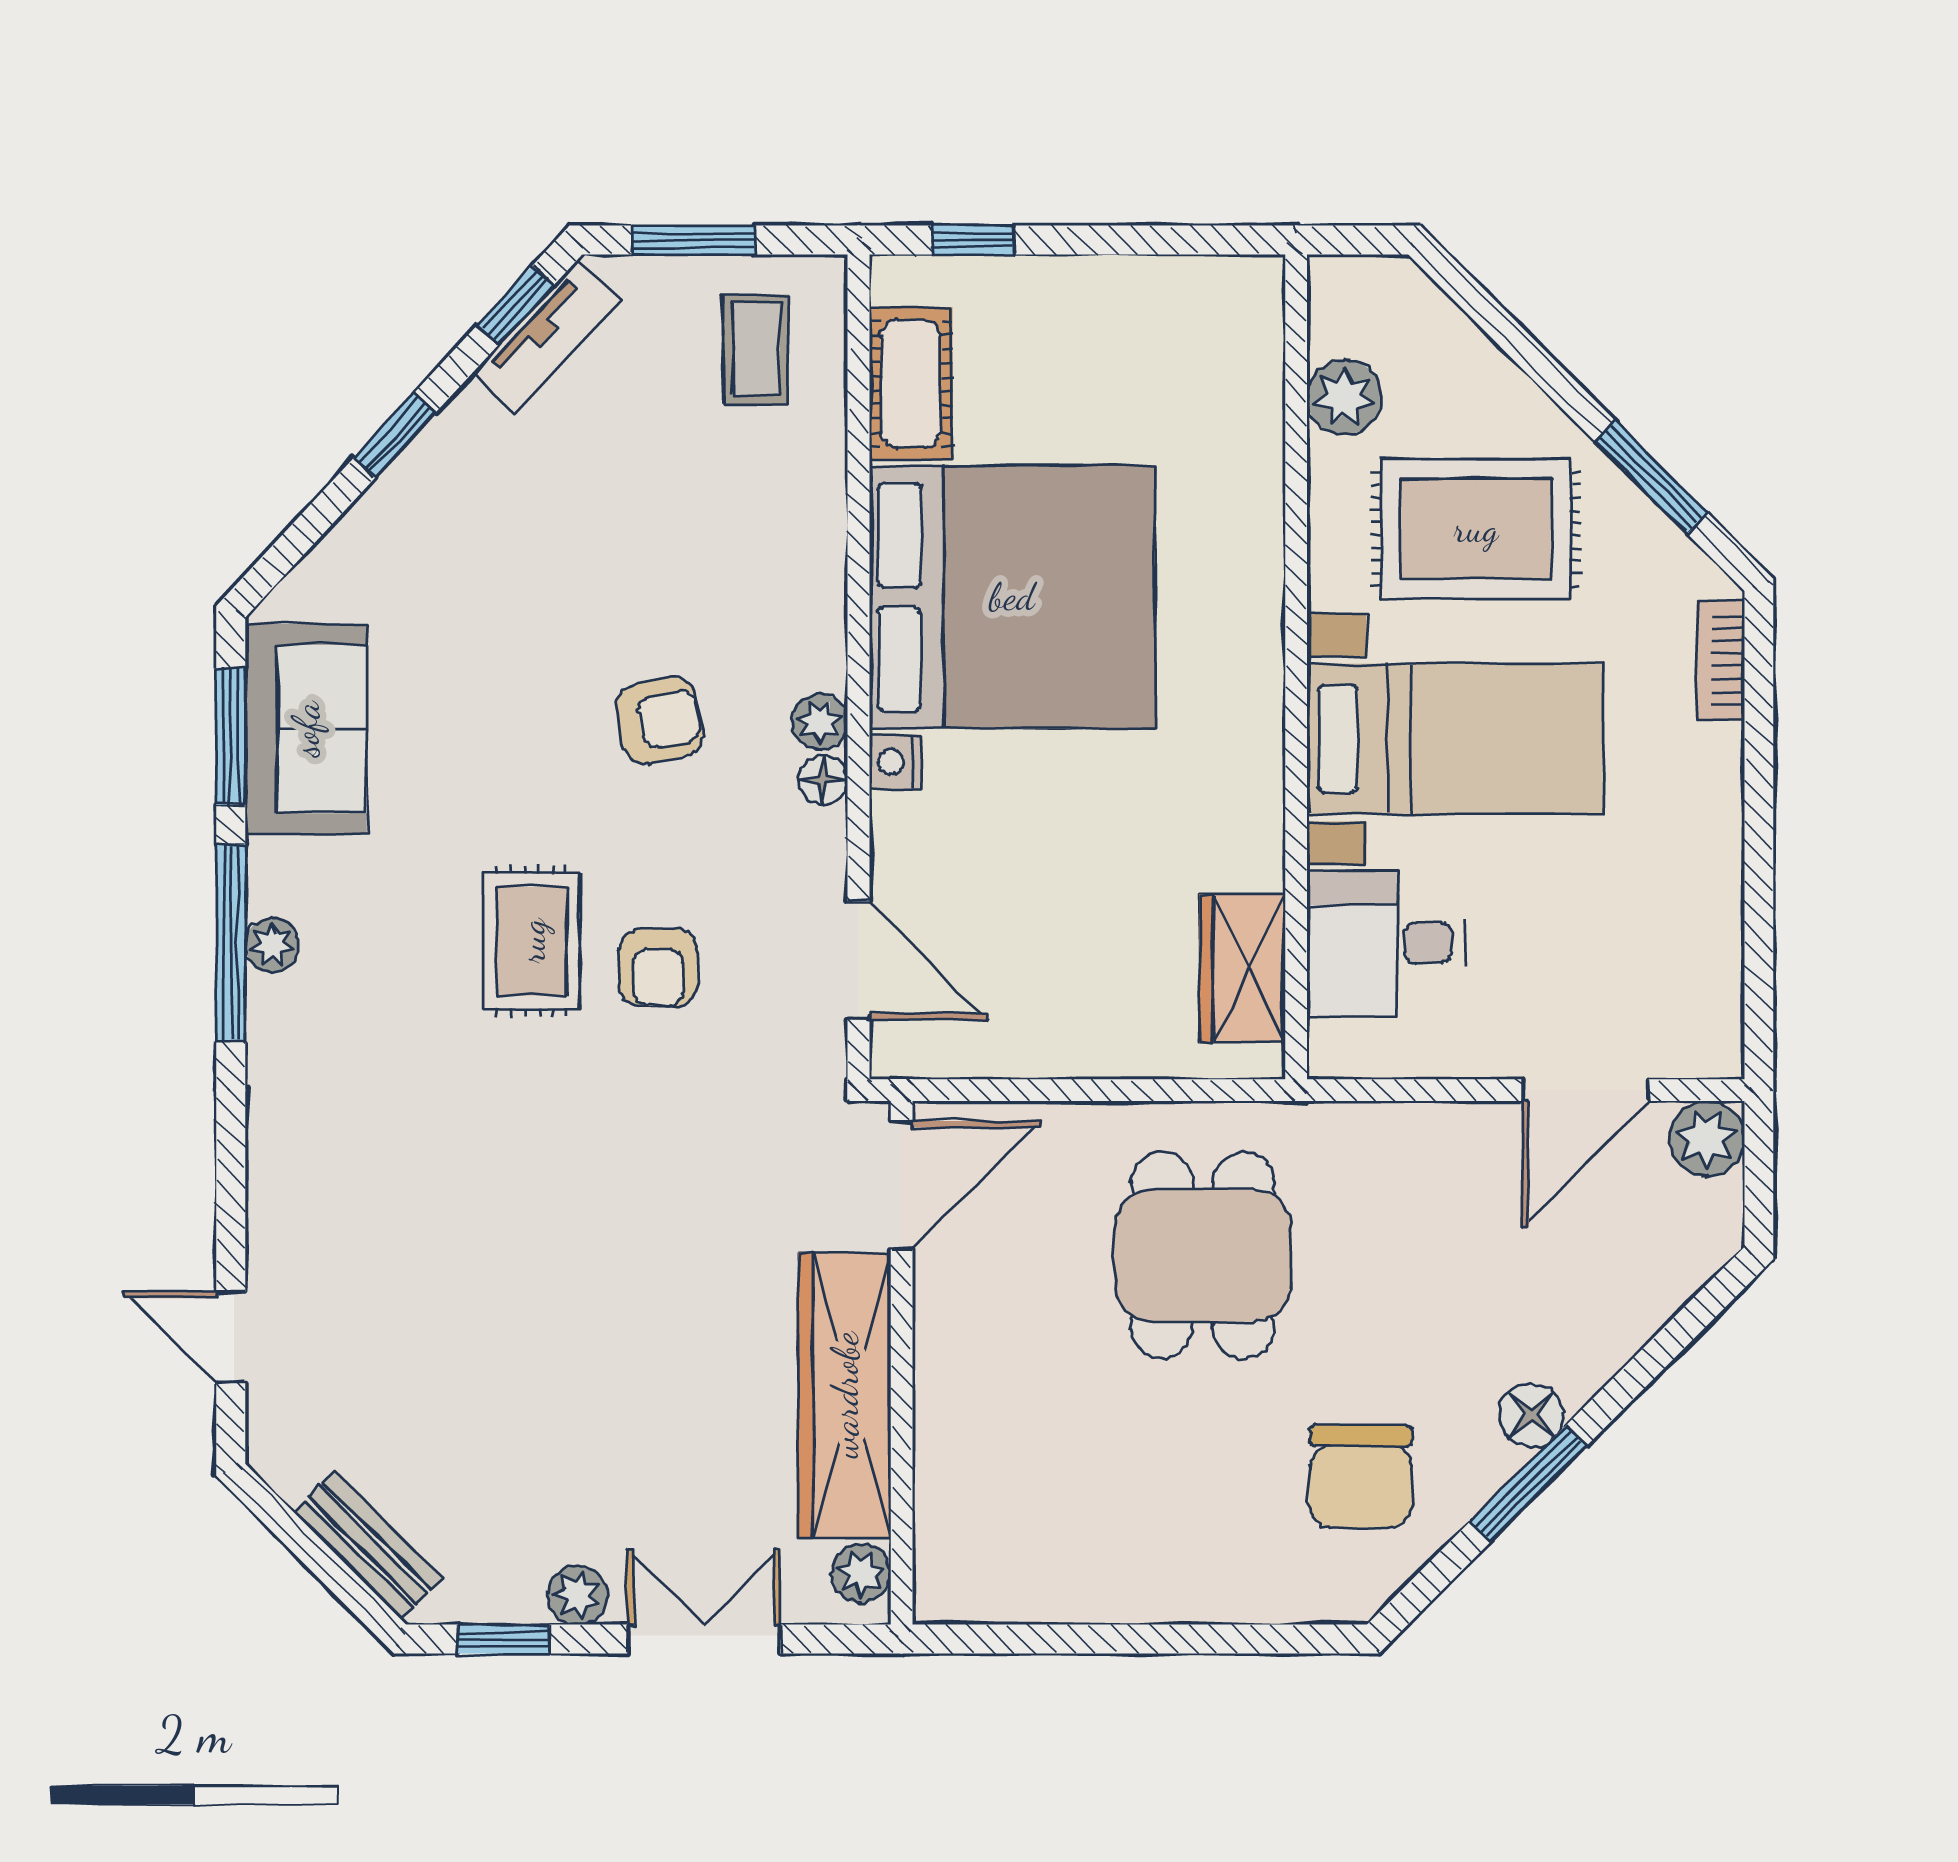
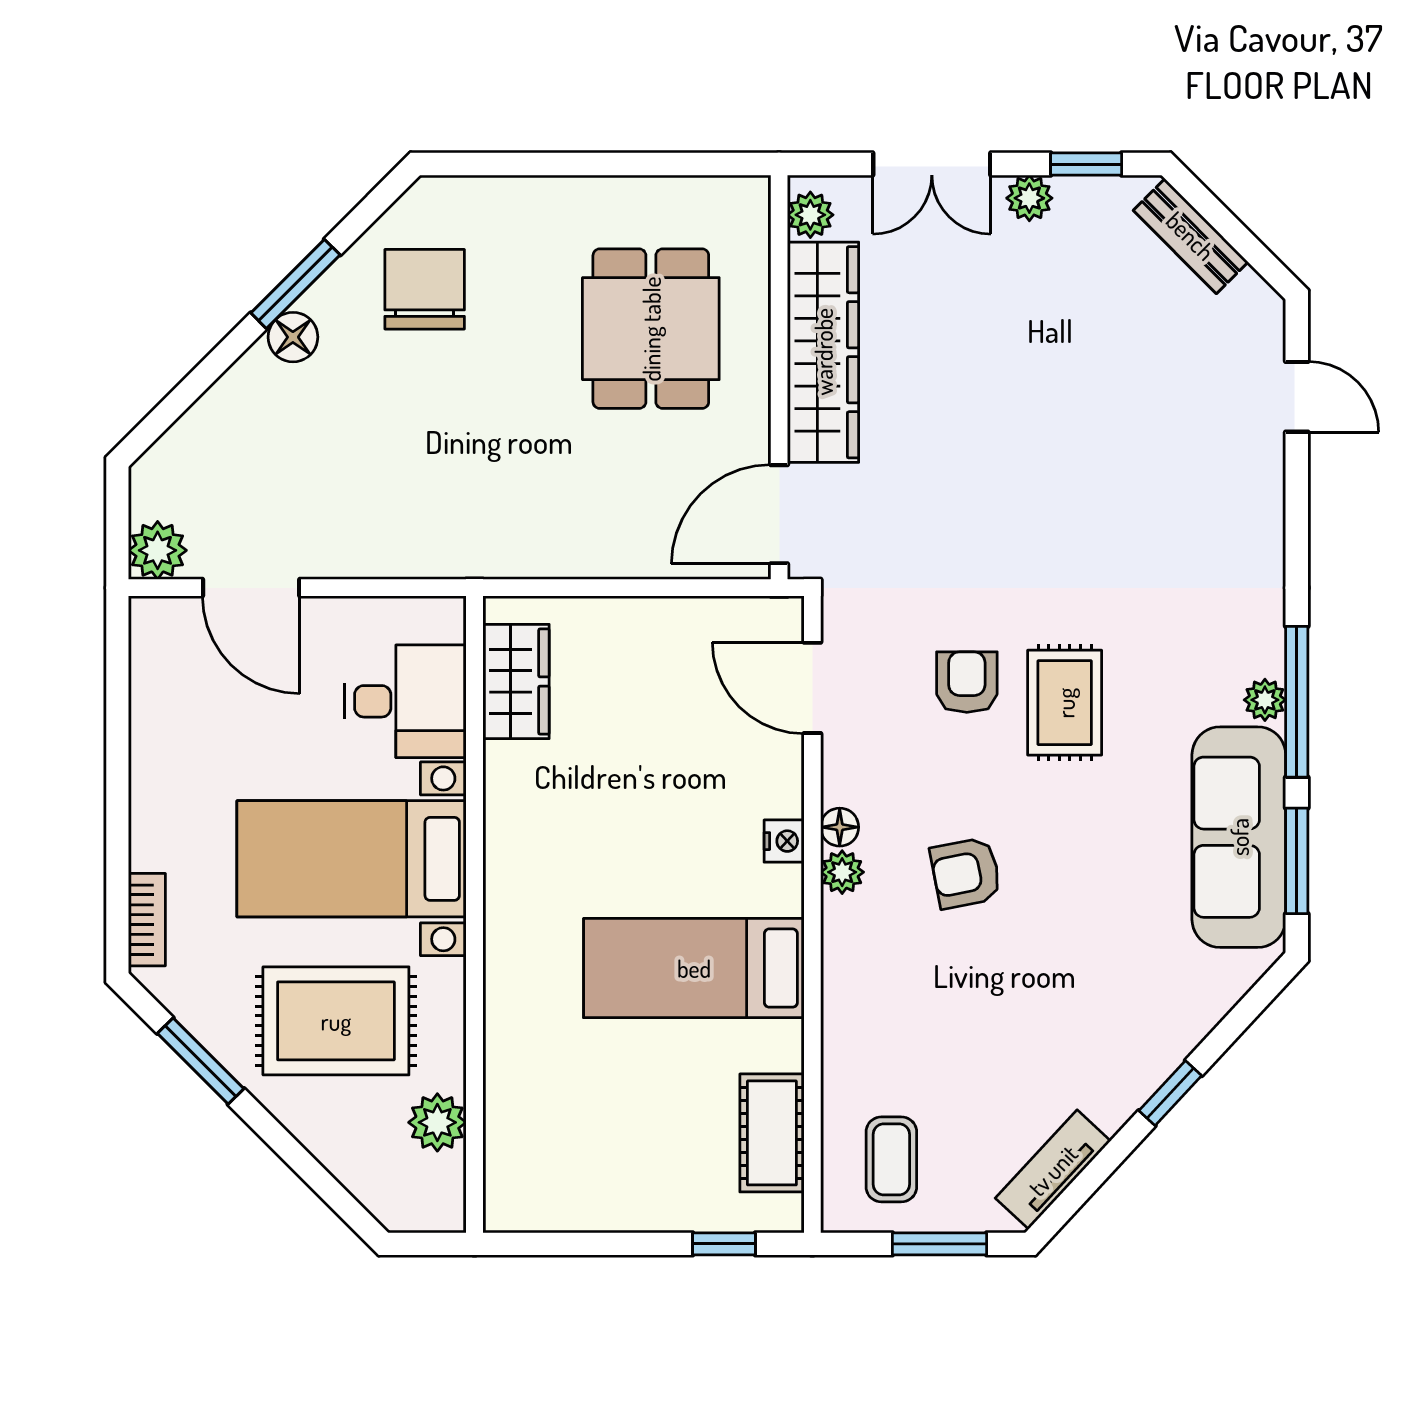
window: (516, 305) -> (1077, 1194), removed
bed: (1012, 597) -> (694, 968), width x0.49
sofa: (306, 729) -> (1239, 837), width x1.36
door: (1586, 1090) -> (251, 588), swing flipped
dining table: (1203, 1255) -> (651, 329), moved

